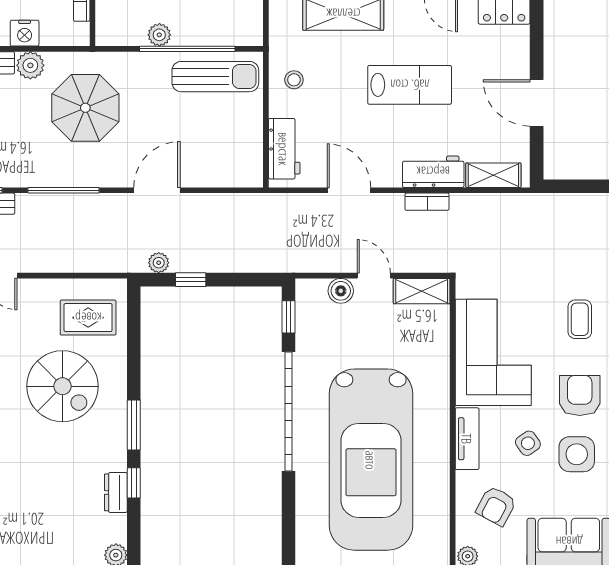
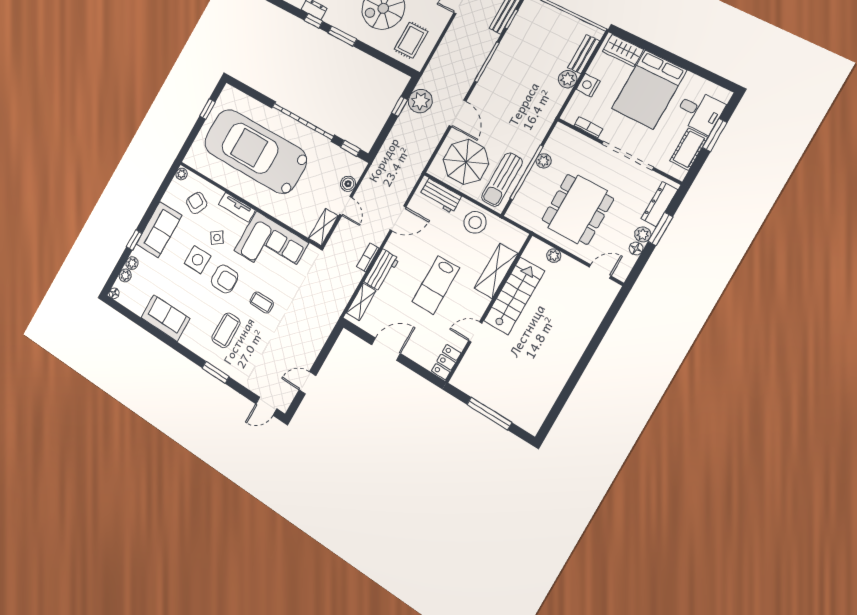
stool: (294, 80) -> (475, 222), width x1.89, depth x1.89
parasol: (85, 108) -> (466, 162), moved
plant: (159, 263) -> (420, 101), width x1.88, depth x1.88
door: (374, 276) -> (346, 206), hinge flipped

